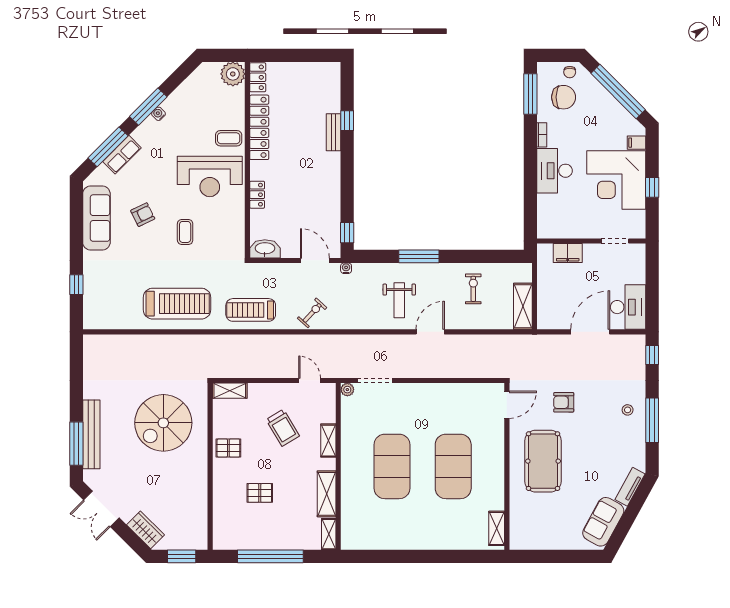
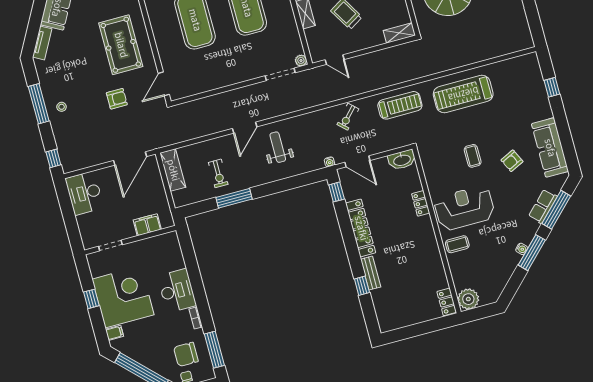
locker: (259, 127) -> (361, 228), moved, turned 180
window: (419, 256) -> (234, 198), moved
door: (590, 332) -> (130, 159), moved

